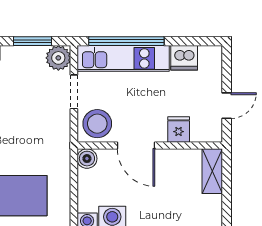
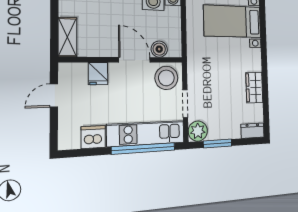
boiler: (87, 159) -> (159, 49), moved

